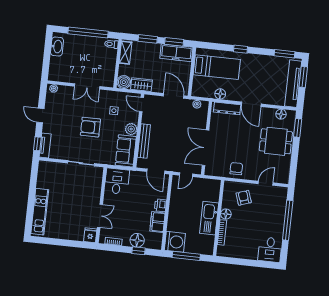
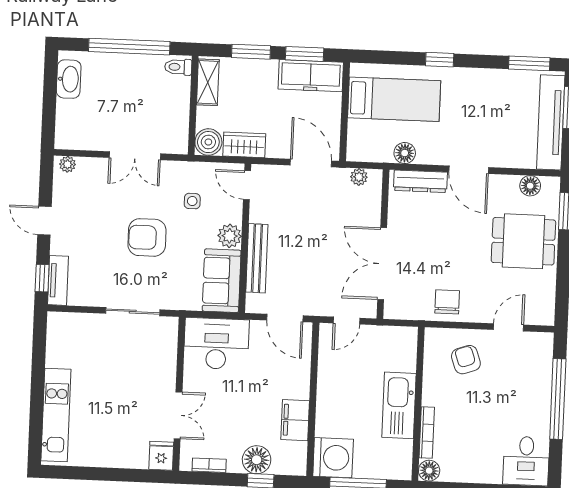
desk: (117, 181) -> (216, 344), width x1.37
printer: (160, 205) -> (299, 386), removed
floor lamp: (226, 214) -> (429, 471), moved

